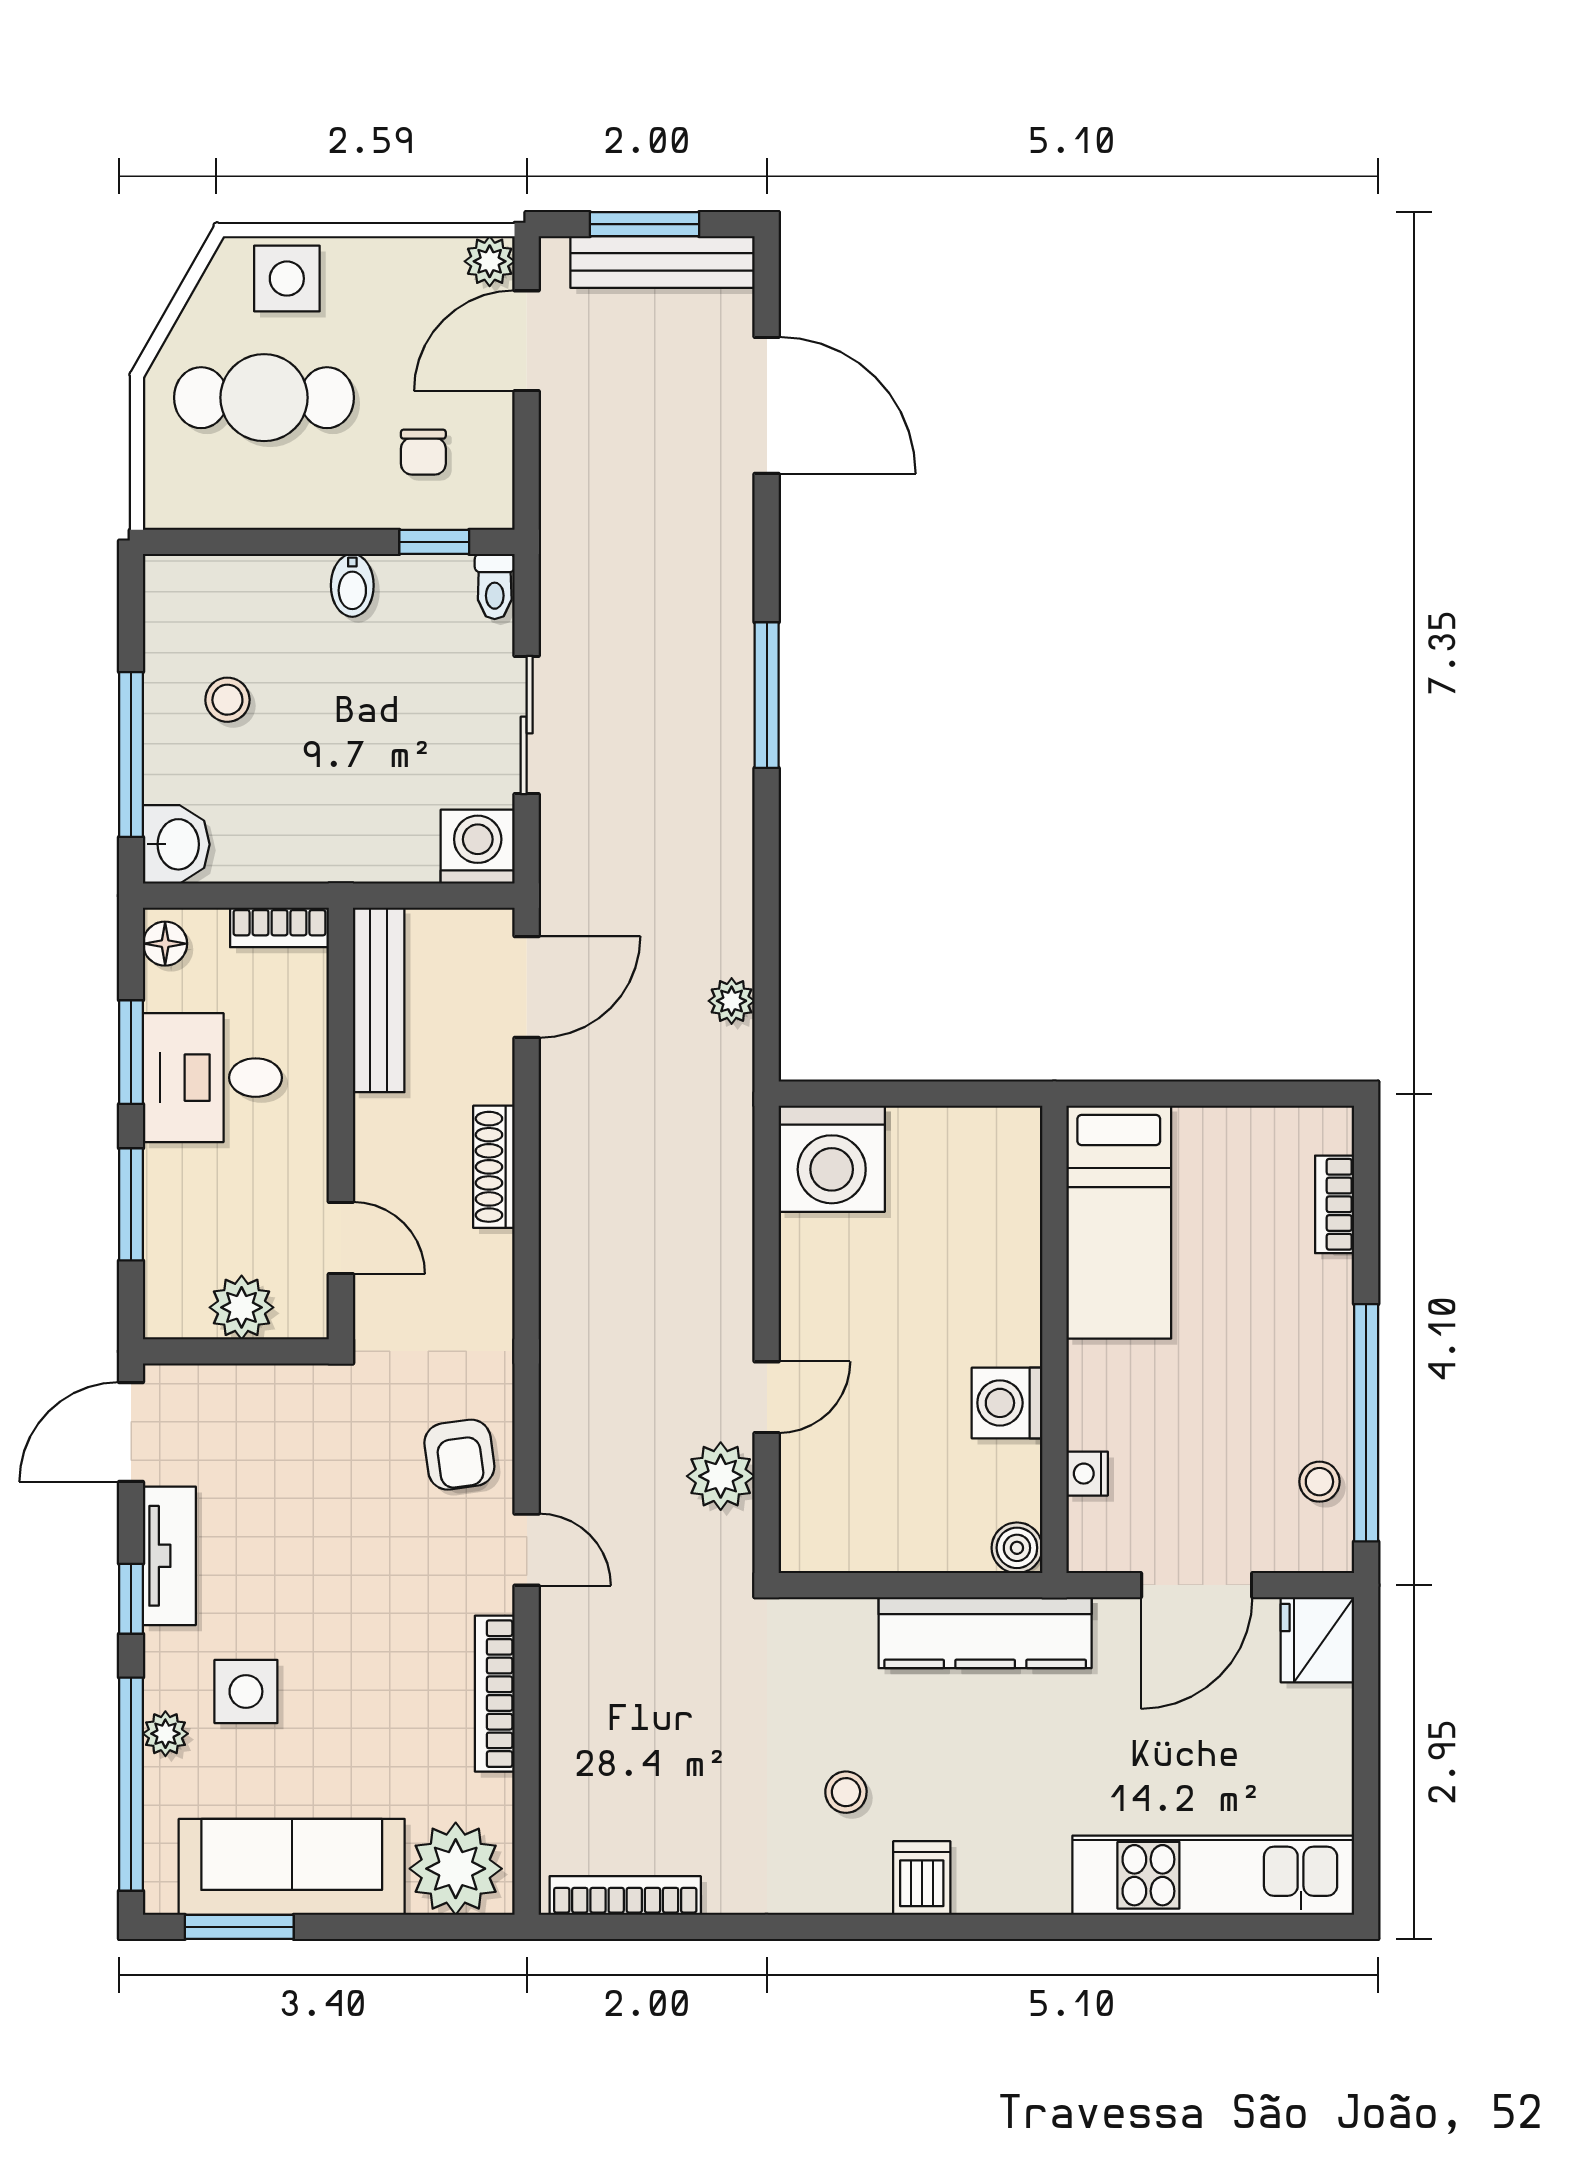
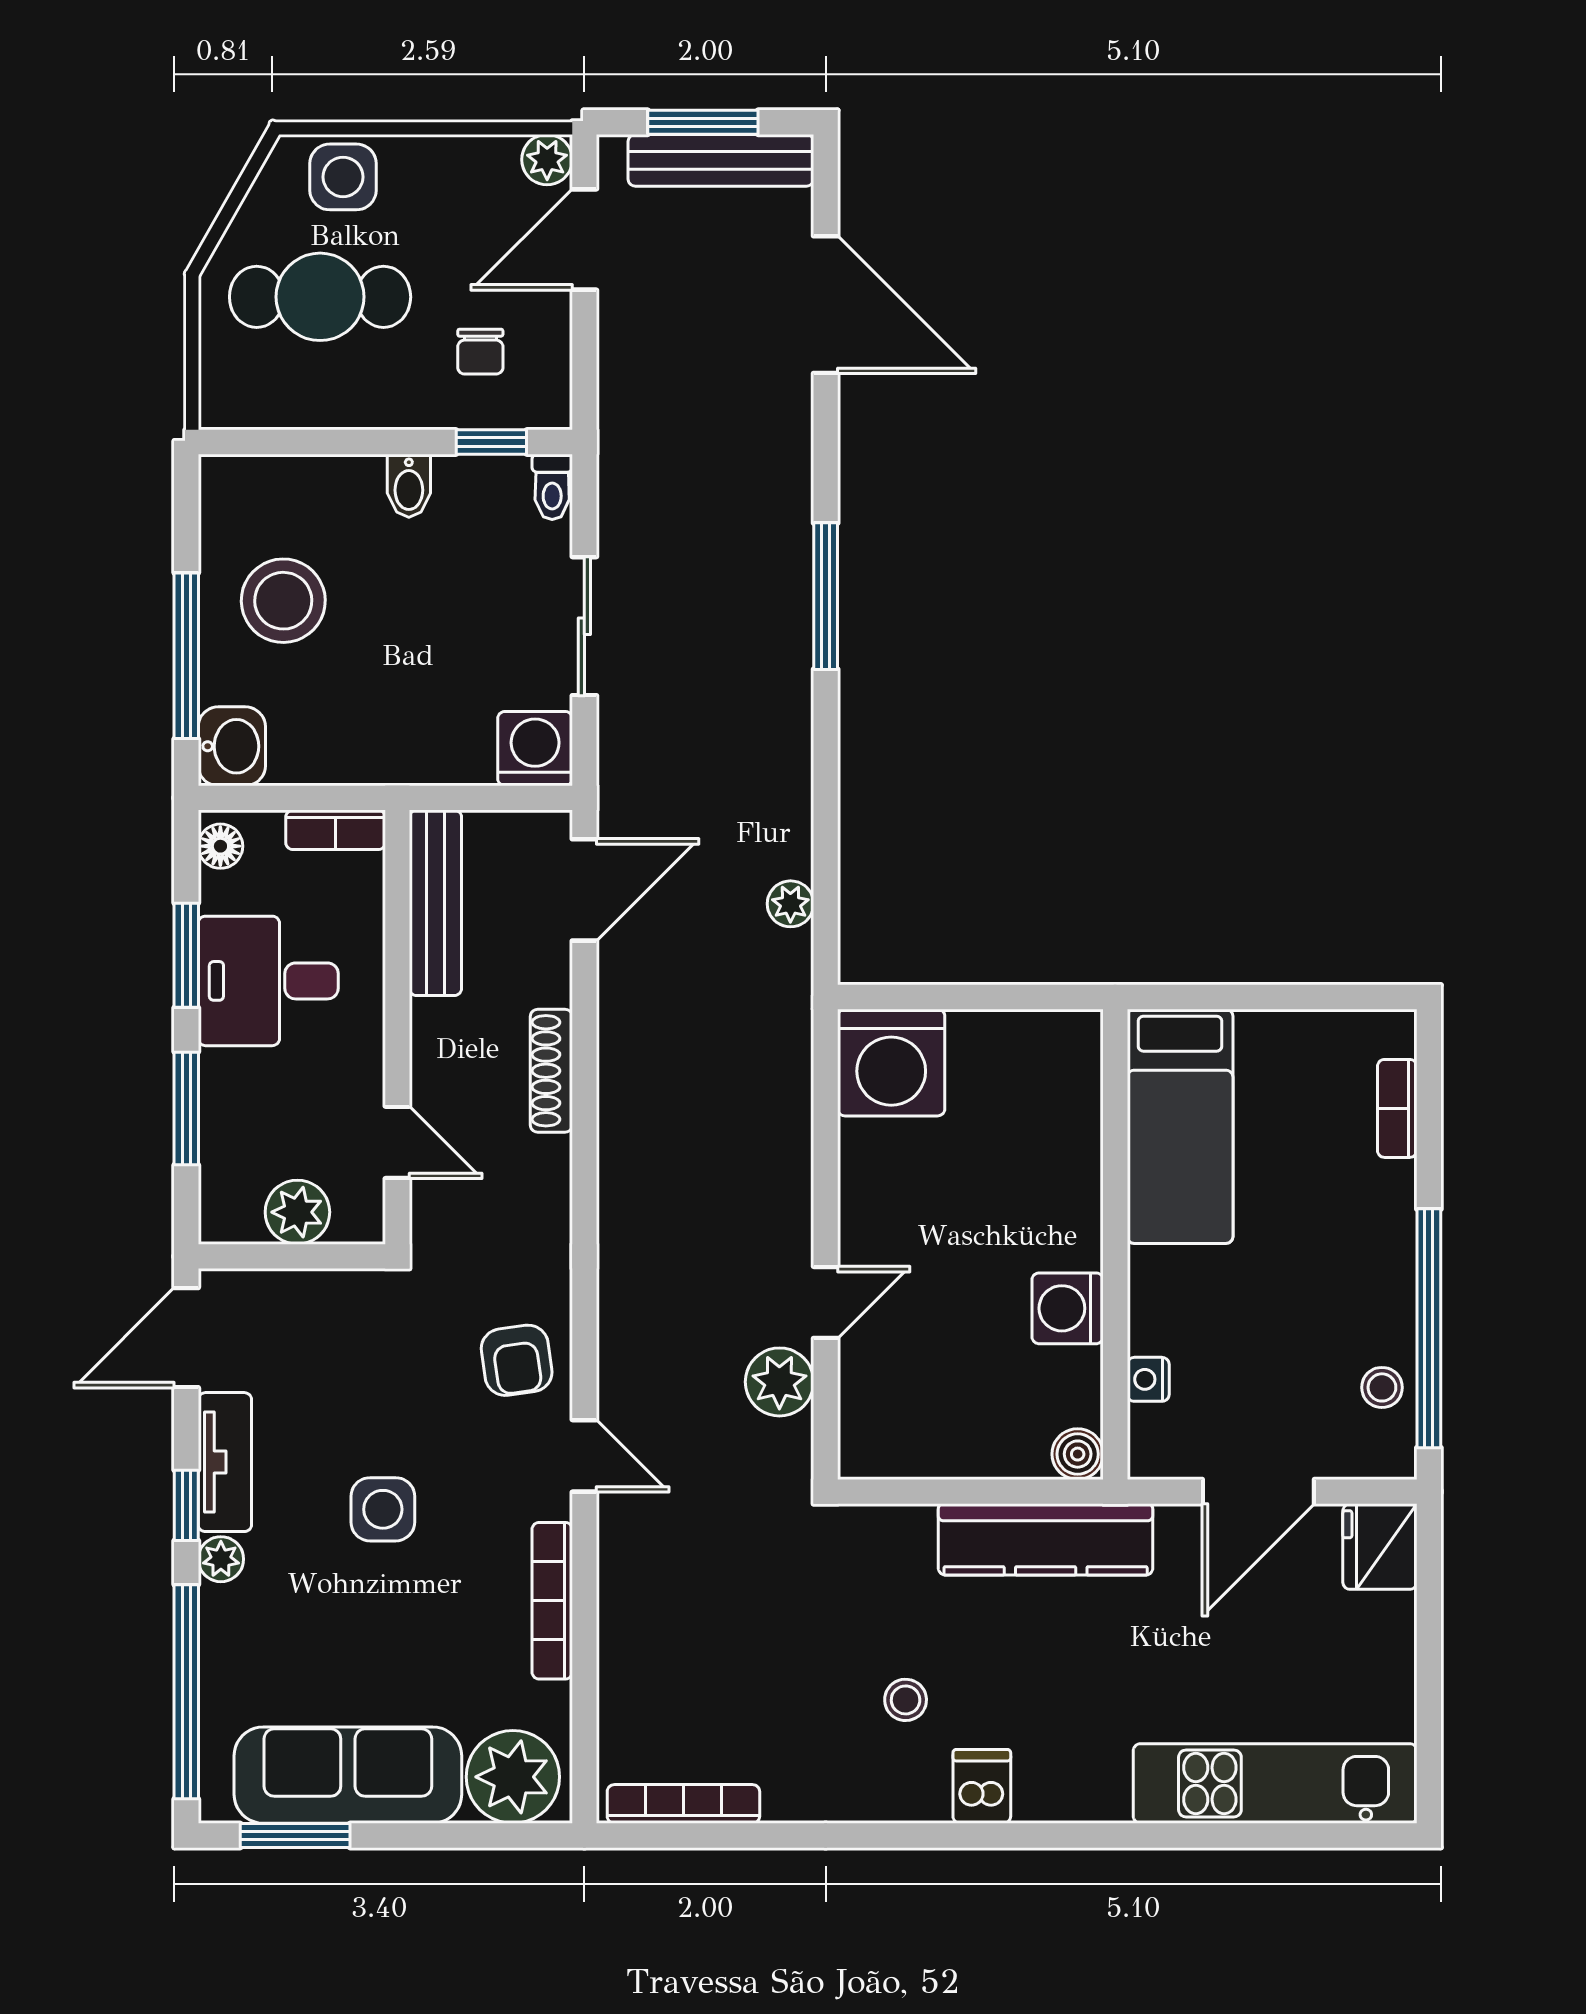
stool: (227, 700) -> (283, 601), width x1.89, depth x1.89
side table: (246, 1691) -> (383, 1509), moved
plant: (165, 1734) -> (221, 1559), moved

